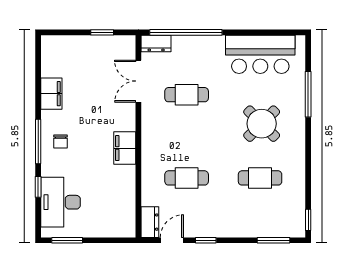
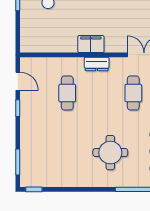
round table: (262, 124) -> (110, 153), turned 45
cafe table: (260, 178) -> (67, 151), removed
dresser: (150, 222) -> (97, 64), moved

